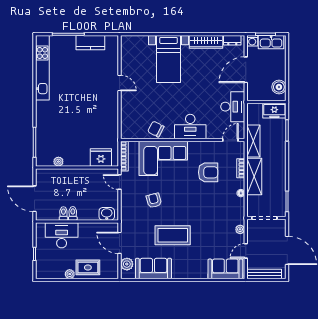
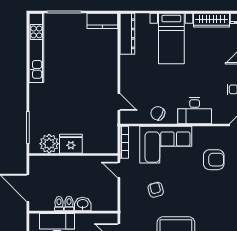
kitchen counter: (90, 43) -> (102, 21), moved
dresser: (127, 55) -> (127, 34), added
door: (119, 83) -> (119, 102), moved
fridge: (101, 157) -> (71, 144), moved
plant: (58, 162) -> (49, 144), width x1.88, depth x1.88
washbasin: (107, 214) -> (83, 204), moved

